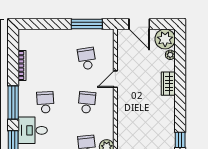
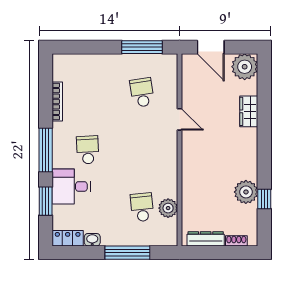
plant: (170, 55) -> (246, 192), moved, width x1.88, depth x1.88
door: (115, 79) -> (180, 119), swing flipped
wardrobe: (168, 84) -> (249, 111), moved
school desk: (87, 102) -> (142, 150), removed

